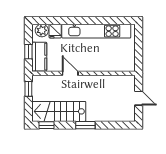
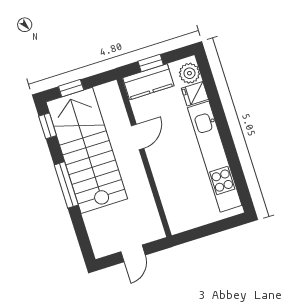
window: (28, 89) -> (71, 88), moved
stairs: (59, 111) -> (87, 150), width x1.36, depth x1.51
window: (85, 125) -> (66, 185), width x1.44

